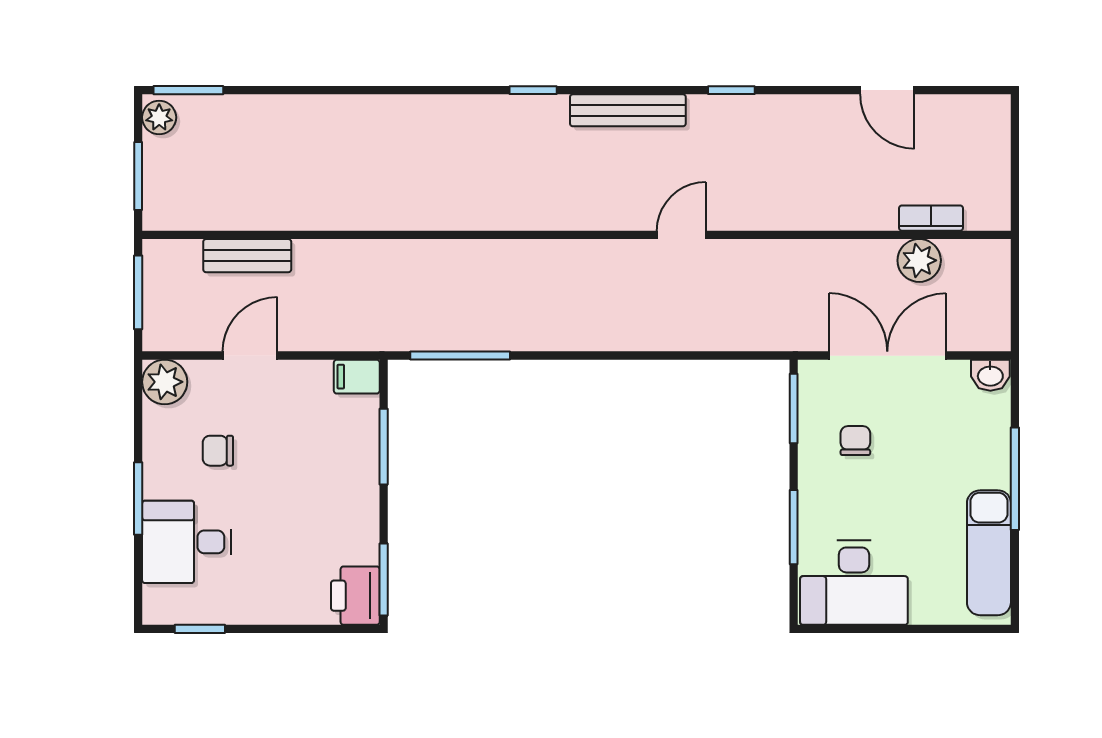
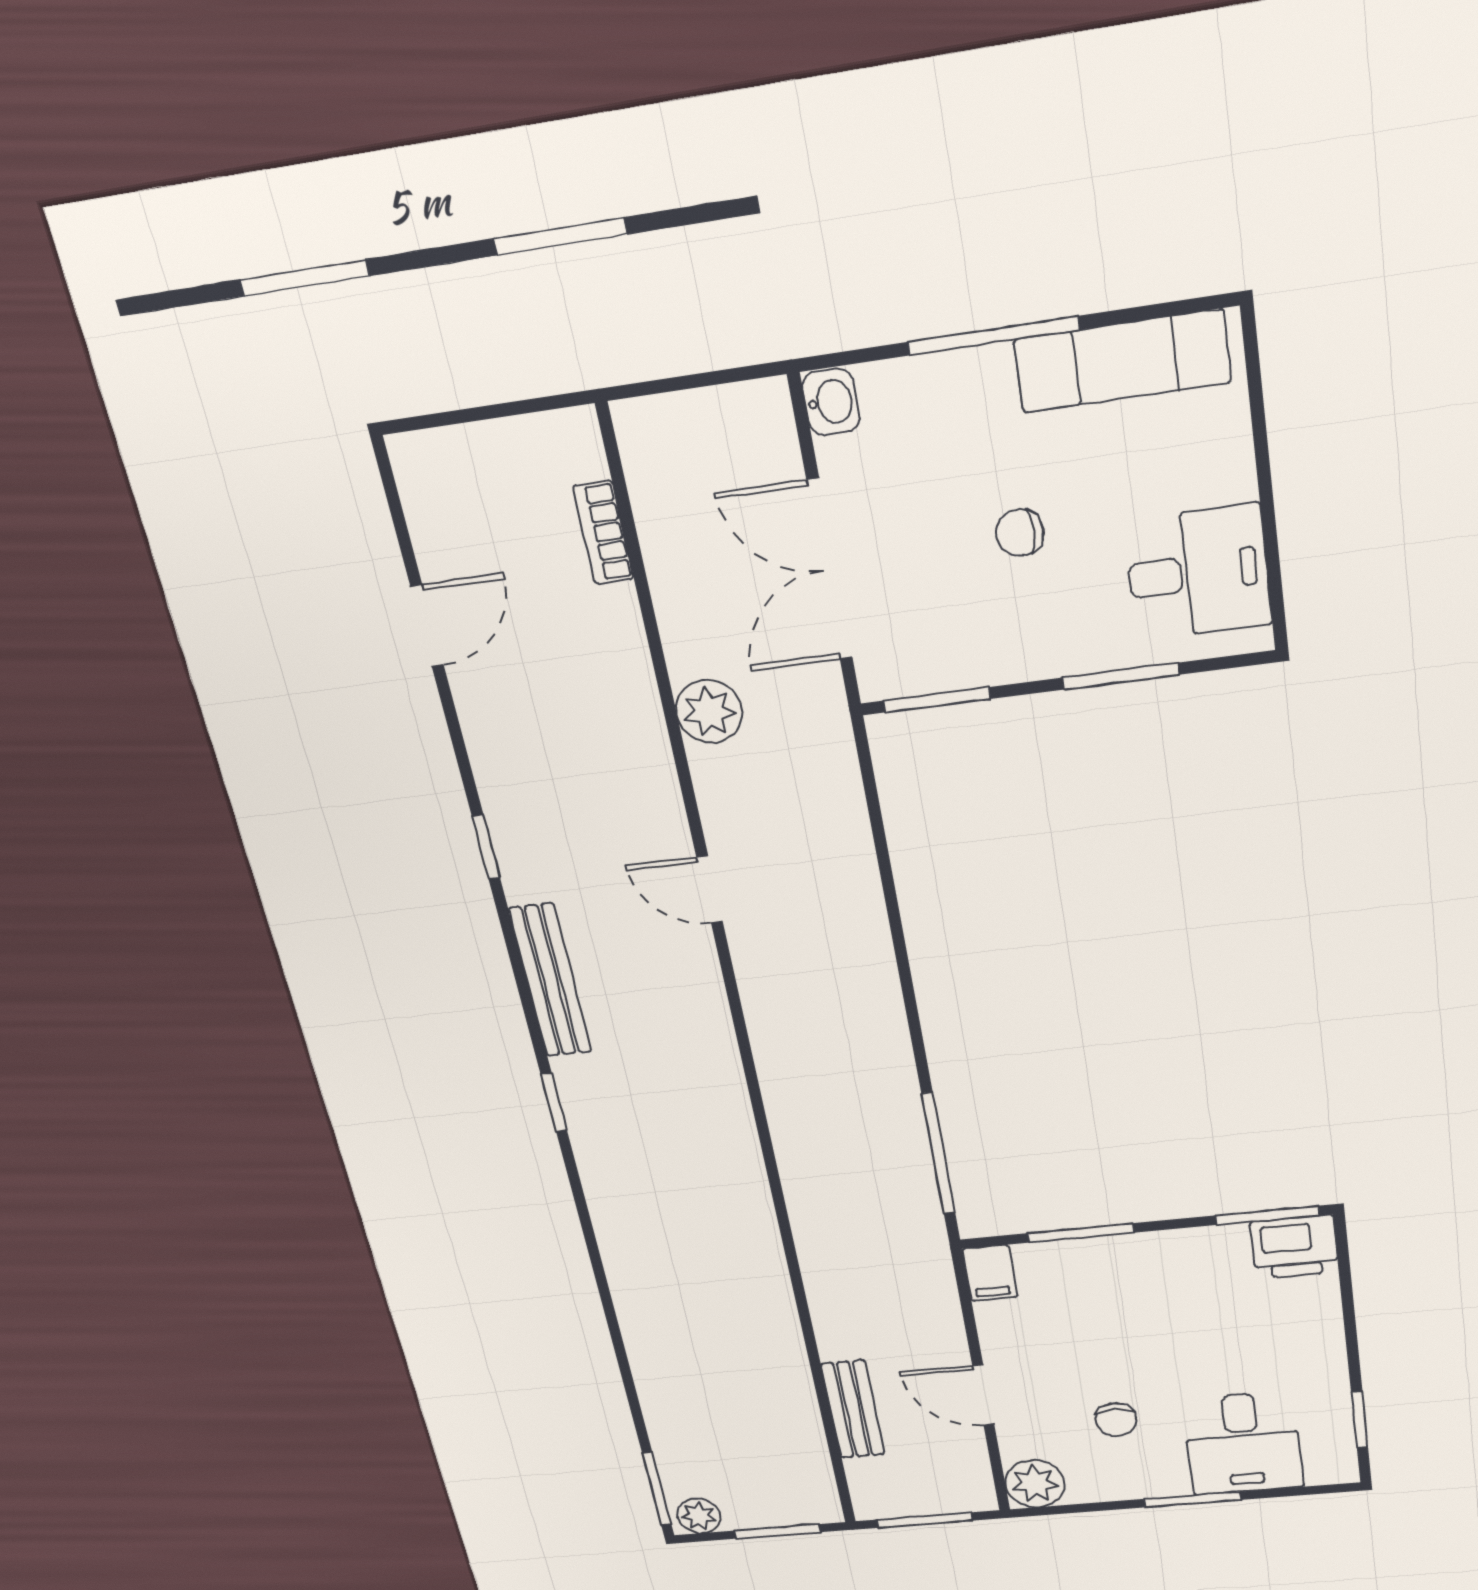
plant: (919, 260) -> (709, 711), moved
chair: (855, 441) -> (1020, 533), moved
desk: (854, 583) -> (1198, 573), width x0.73

